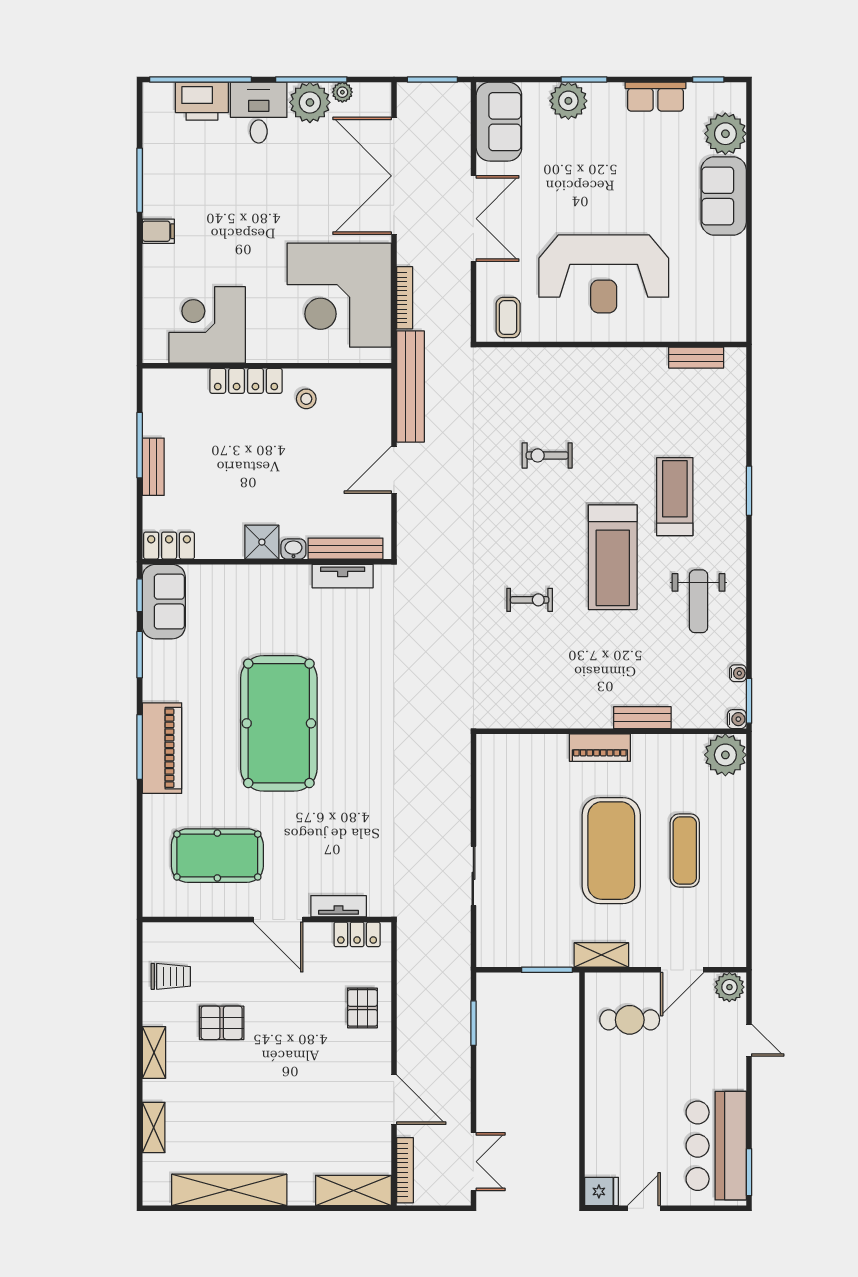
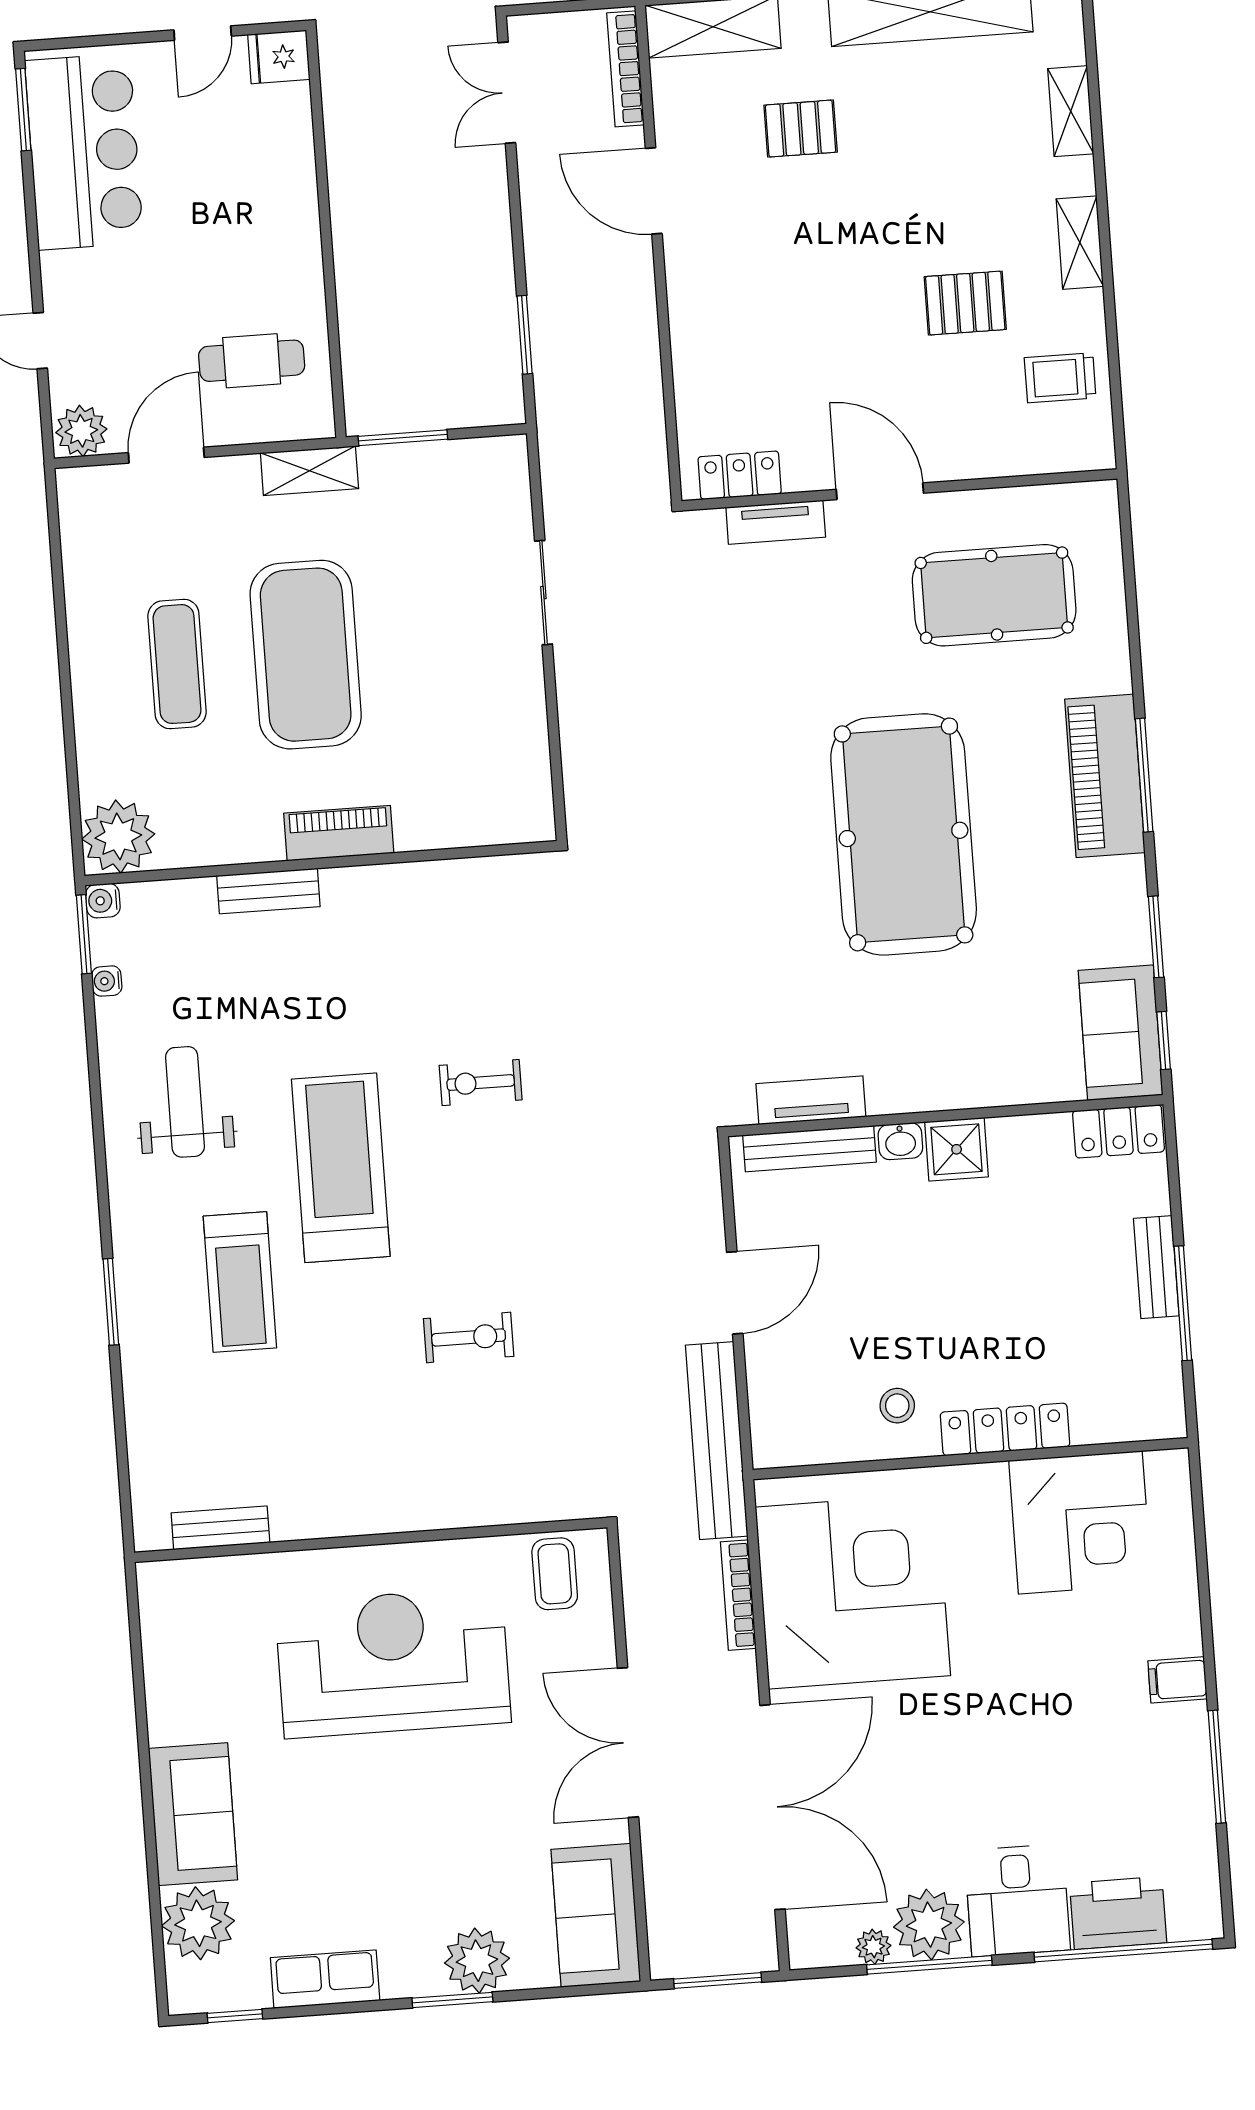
pallet: (362, 1008) -> (801, 129), moved, turned 90

